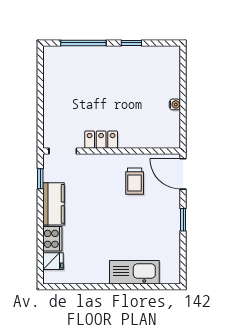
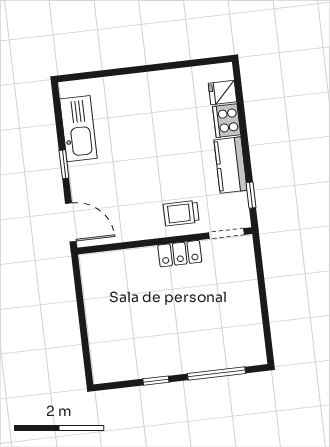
water cooler: (175, 104) -> (91, 309), removed
trolley: (135, 181) -> (181, 213), moved, turned -90
kitchen sink: (134, 272) -> (78, 129), moved, turned -90

